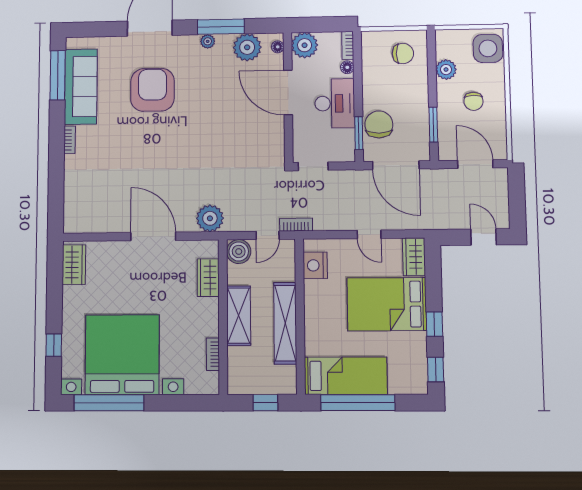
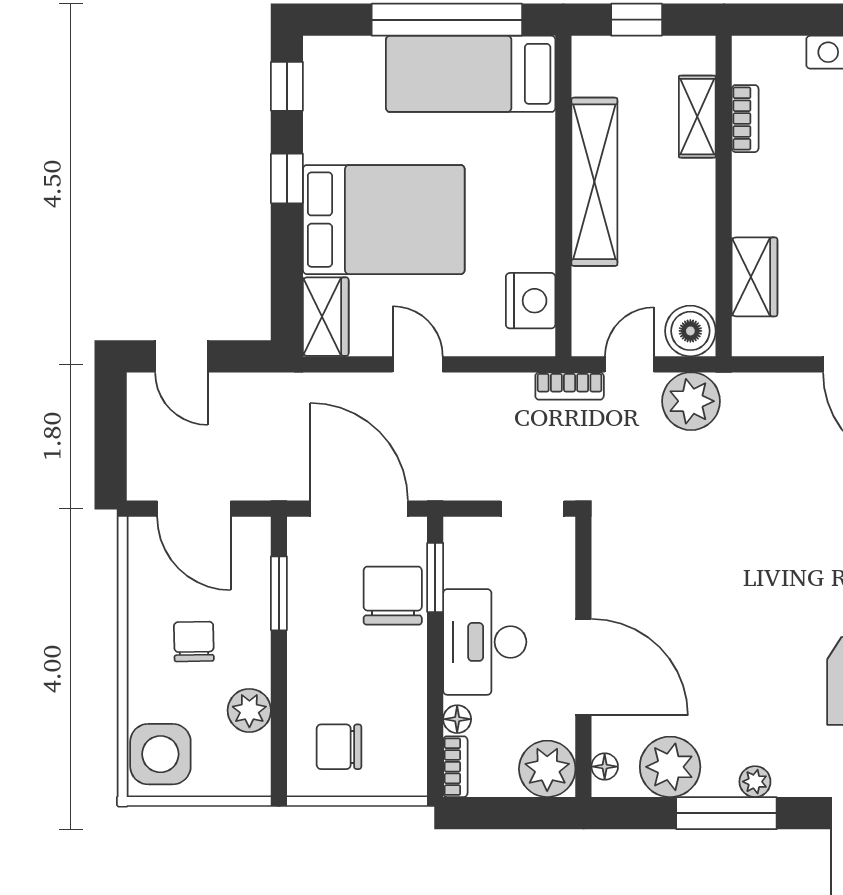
chair: (379, 124) -> (393, 596), turned 180
plant: (210, 218) -> (691, 401), moved
shelving: (239, 316) -> (697, 117), moved, width x0.67, depth x0.75

